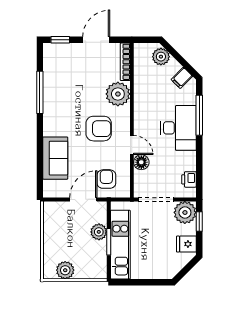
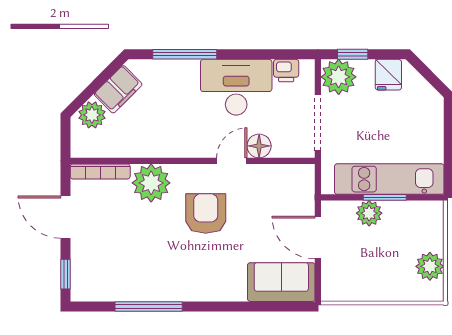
filing cabinet: (182, 78) -> (118, 89), width x2.00
desk: (178, 128) -> (236, 87), moved
sofa: (55, 158) -> (281, 282), moved
armchair: (106, 179) -> (286, 201), removed

